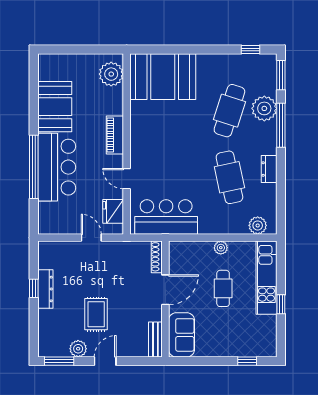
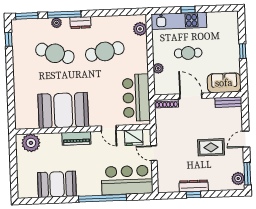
booth: (163, 77) -> (63, 110), moved, turned 90
plant: (264, 108) -> (56, 23), width x0.53, depth x0.53
bar counter: (57, 167) -> (127, 180), moved
dresser: (269, 169) -> (80, 23), moved
door: (127, 179) -> (109, 128), hinge flipped
door: (91, 238) -> (154, 153), hinge flipped
plant: (221, 248) -> (158, 68), moved
window: (281, 304) -> (188, 10), moved
plant: (78, 349) -> (238, 179), moved
door: (105, 361) -> (246, 139), hinge flipped
window: (247, 361) -> (243, 51), moved

